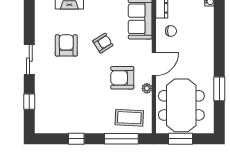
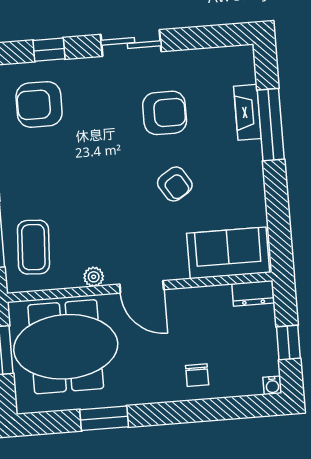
chair: (171, 31) -> (197, 375), moved
armchair: (122, 78) -> (39, 104), moved, turned -90

